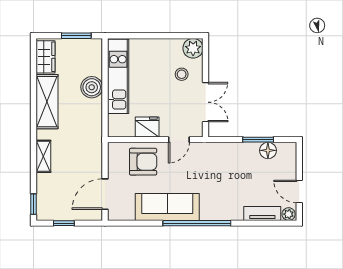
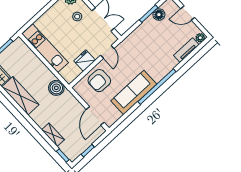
boiler: (92, 87) -> (56, 88), moved
shelving: (43, 156) -> (53, 135), moved
armchair: (143, 162) -> (99, 81), turned 180
door: (299, 192) -> (188, 13), moved

